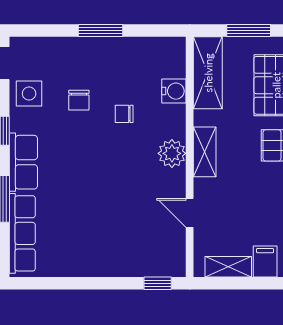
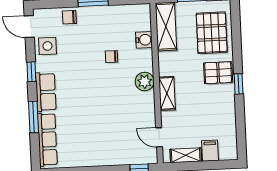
chair: (79, 100) -> (69, 17), moved, turned 90
shelving: (205, 152) -> (167, 93), moved
door: (190, 213) -> (159, 137), moved

